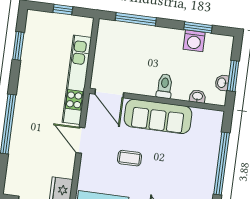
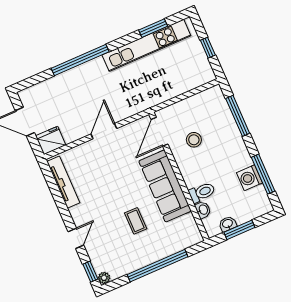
window: (198, 27) -> (263, 174), width x1.44
stool: (134, 68) -> (194, 140), added
kitchen unit: (77, 80) -> (146, 45), moved, turned 180
toilet: (165, 86) -> (202, 192), moved
coffee table: (130, 158) -> (136, 221), moved

